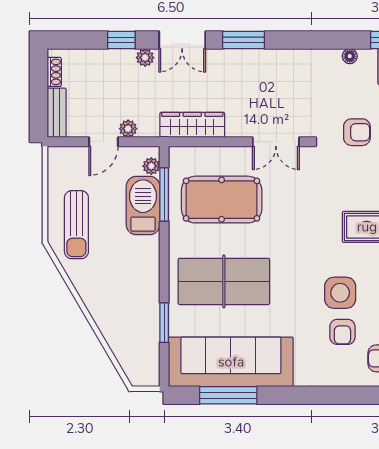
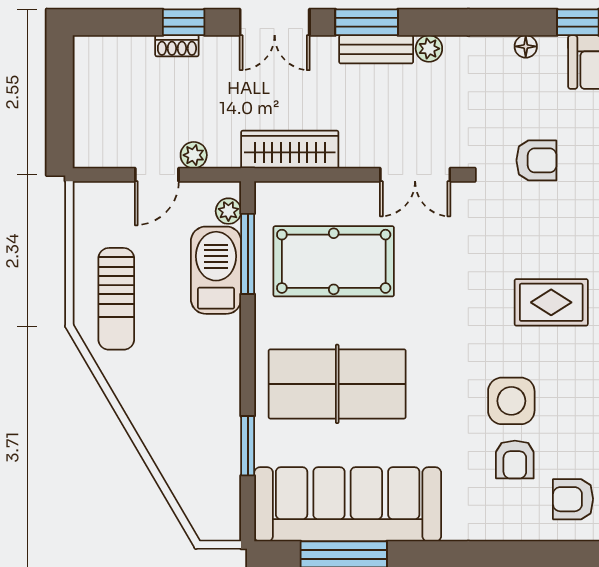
plant: (145, 58) -> (429, 49), moved
shoe rack: (54, 72) -> (177, 46), moved, turned 90
bench: (57, 113) -> (376, 49), moved, turned 90

